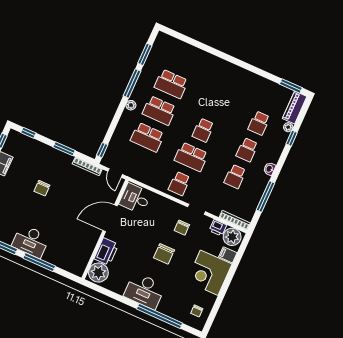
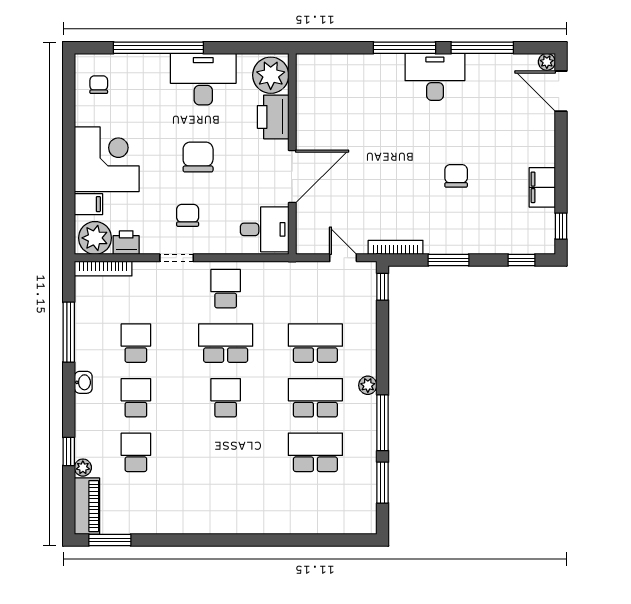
desk: (135, 198) -> (265, 229), moved
door: (110, 218) -> (292, 177), moved
wall: (105, 229) -> (292, 154), moved
printer: (106, 252) -> (273, 117), moved
plant: (98, 273) -> (271, 75), moved

